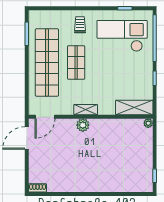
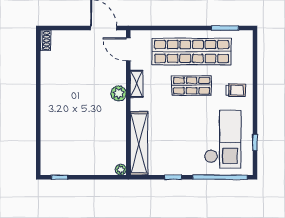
shelving: (134, 108) -> (139, 143), width x1.47
shelving: (86, 110) -> (137, 84), moved

